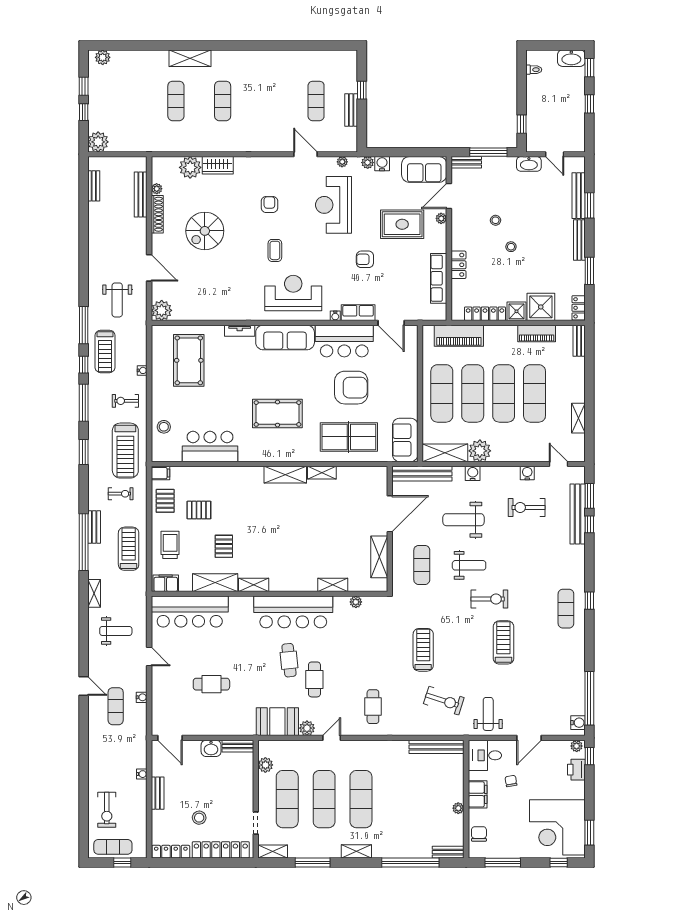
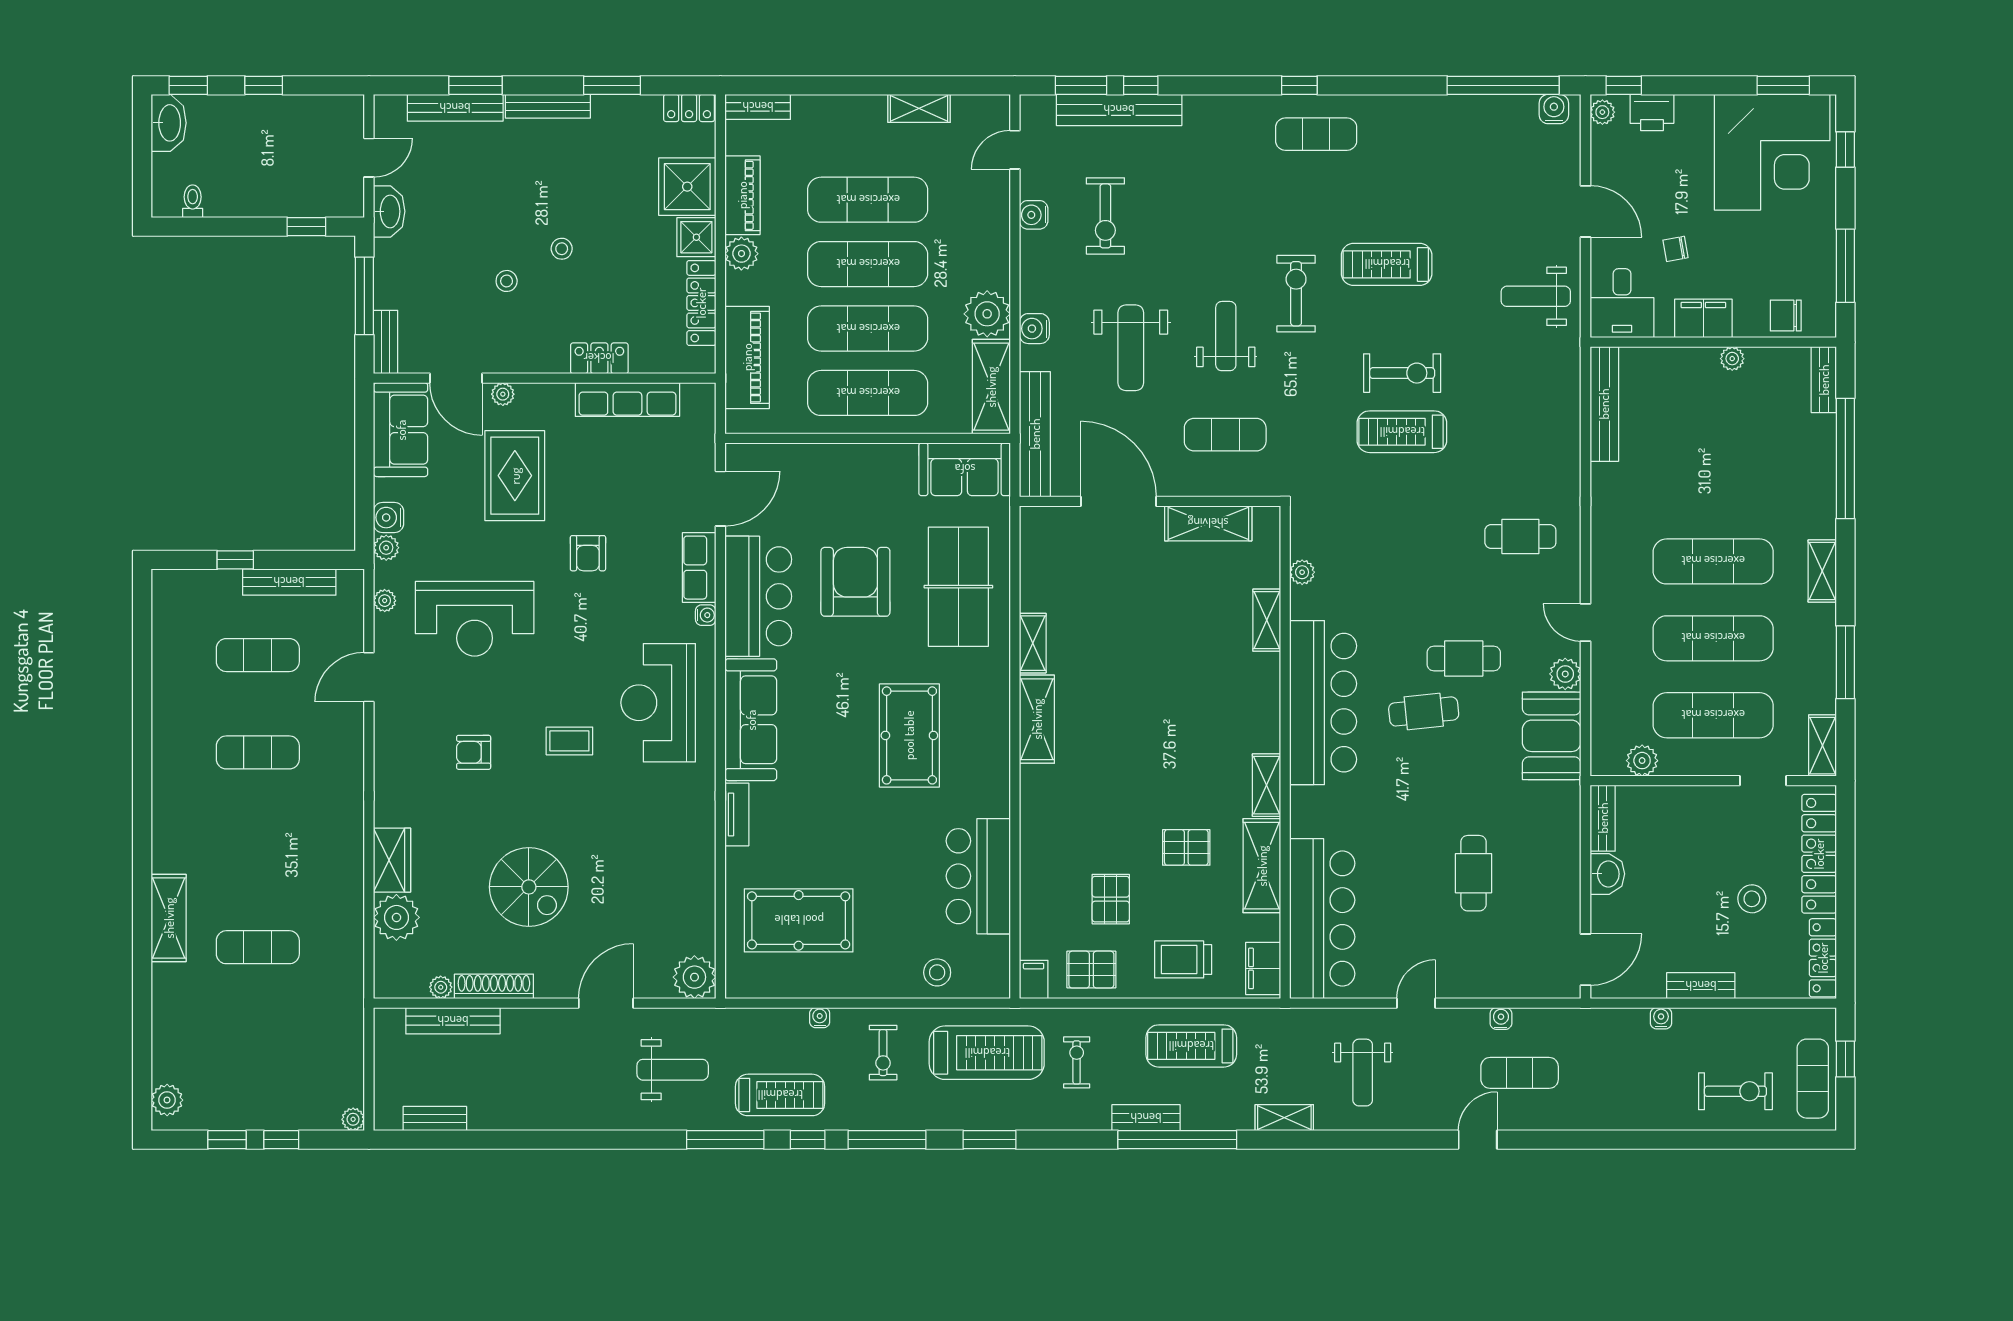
exercise mat: (223, 101) -> (258, 752), moved
bench: (351, 110) -> (289, 582), width x1.36
plant: (98, 142) -> (353, 1119), width x0.53, depth x0.53
plant: (509, 333) -> (741, 254), added
weight bench: (116, 631) -> (1363, 1073), turned 180
exercise bike: (444, 701) -> (1402, 373), moved, turned 72

